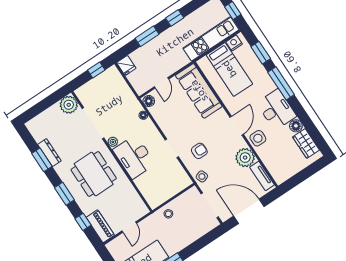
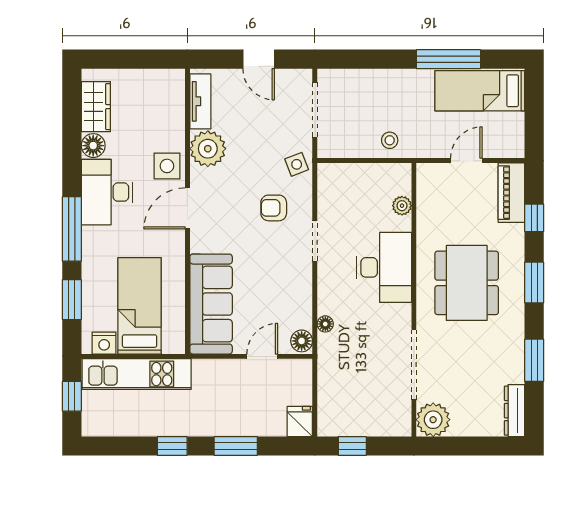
plant: (113, 142) -> (402, 206), moved
dresser: (49, 153) -> (515, 411), moved
door: (249, 211) -> (259, 59), width x0.53

